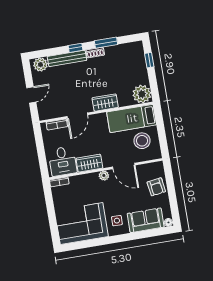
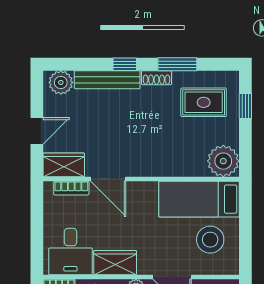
rug: (125, 62) -> (204, 102), added
wardrobe: (105, 103) -> (64, 165), moved
door: (77, 116) -> (108, 179), hinge flipped

